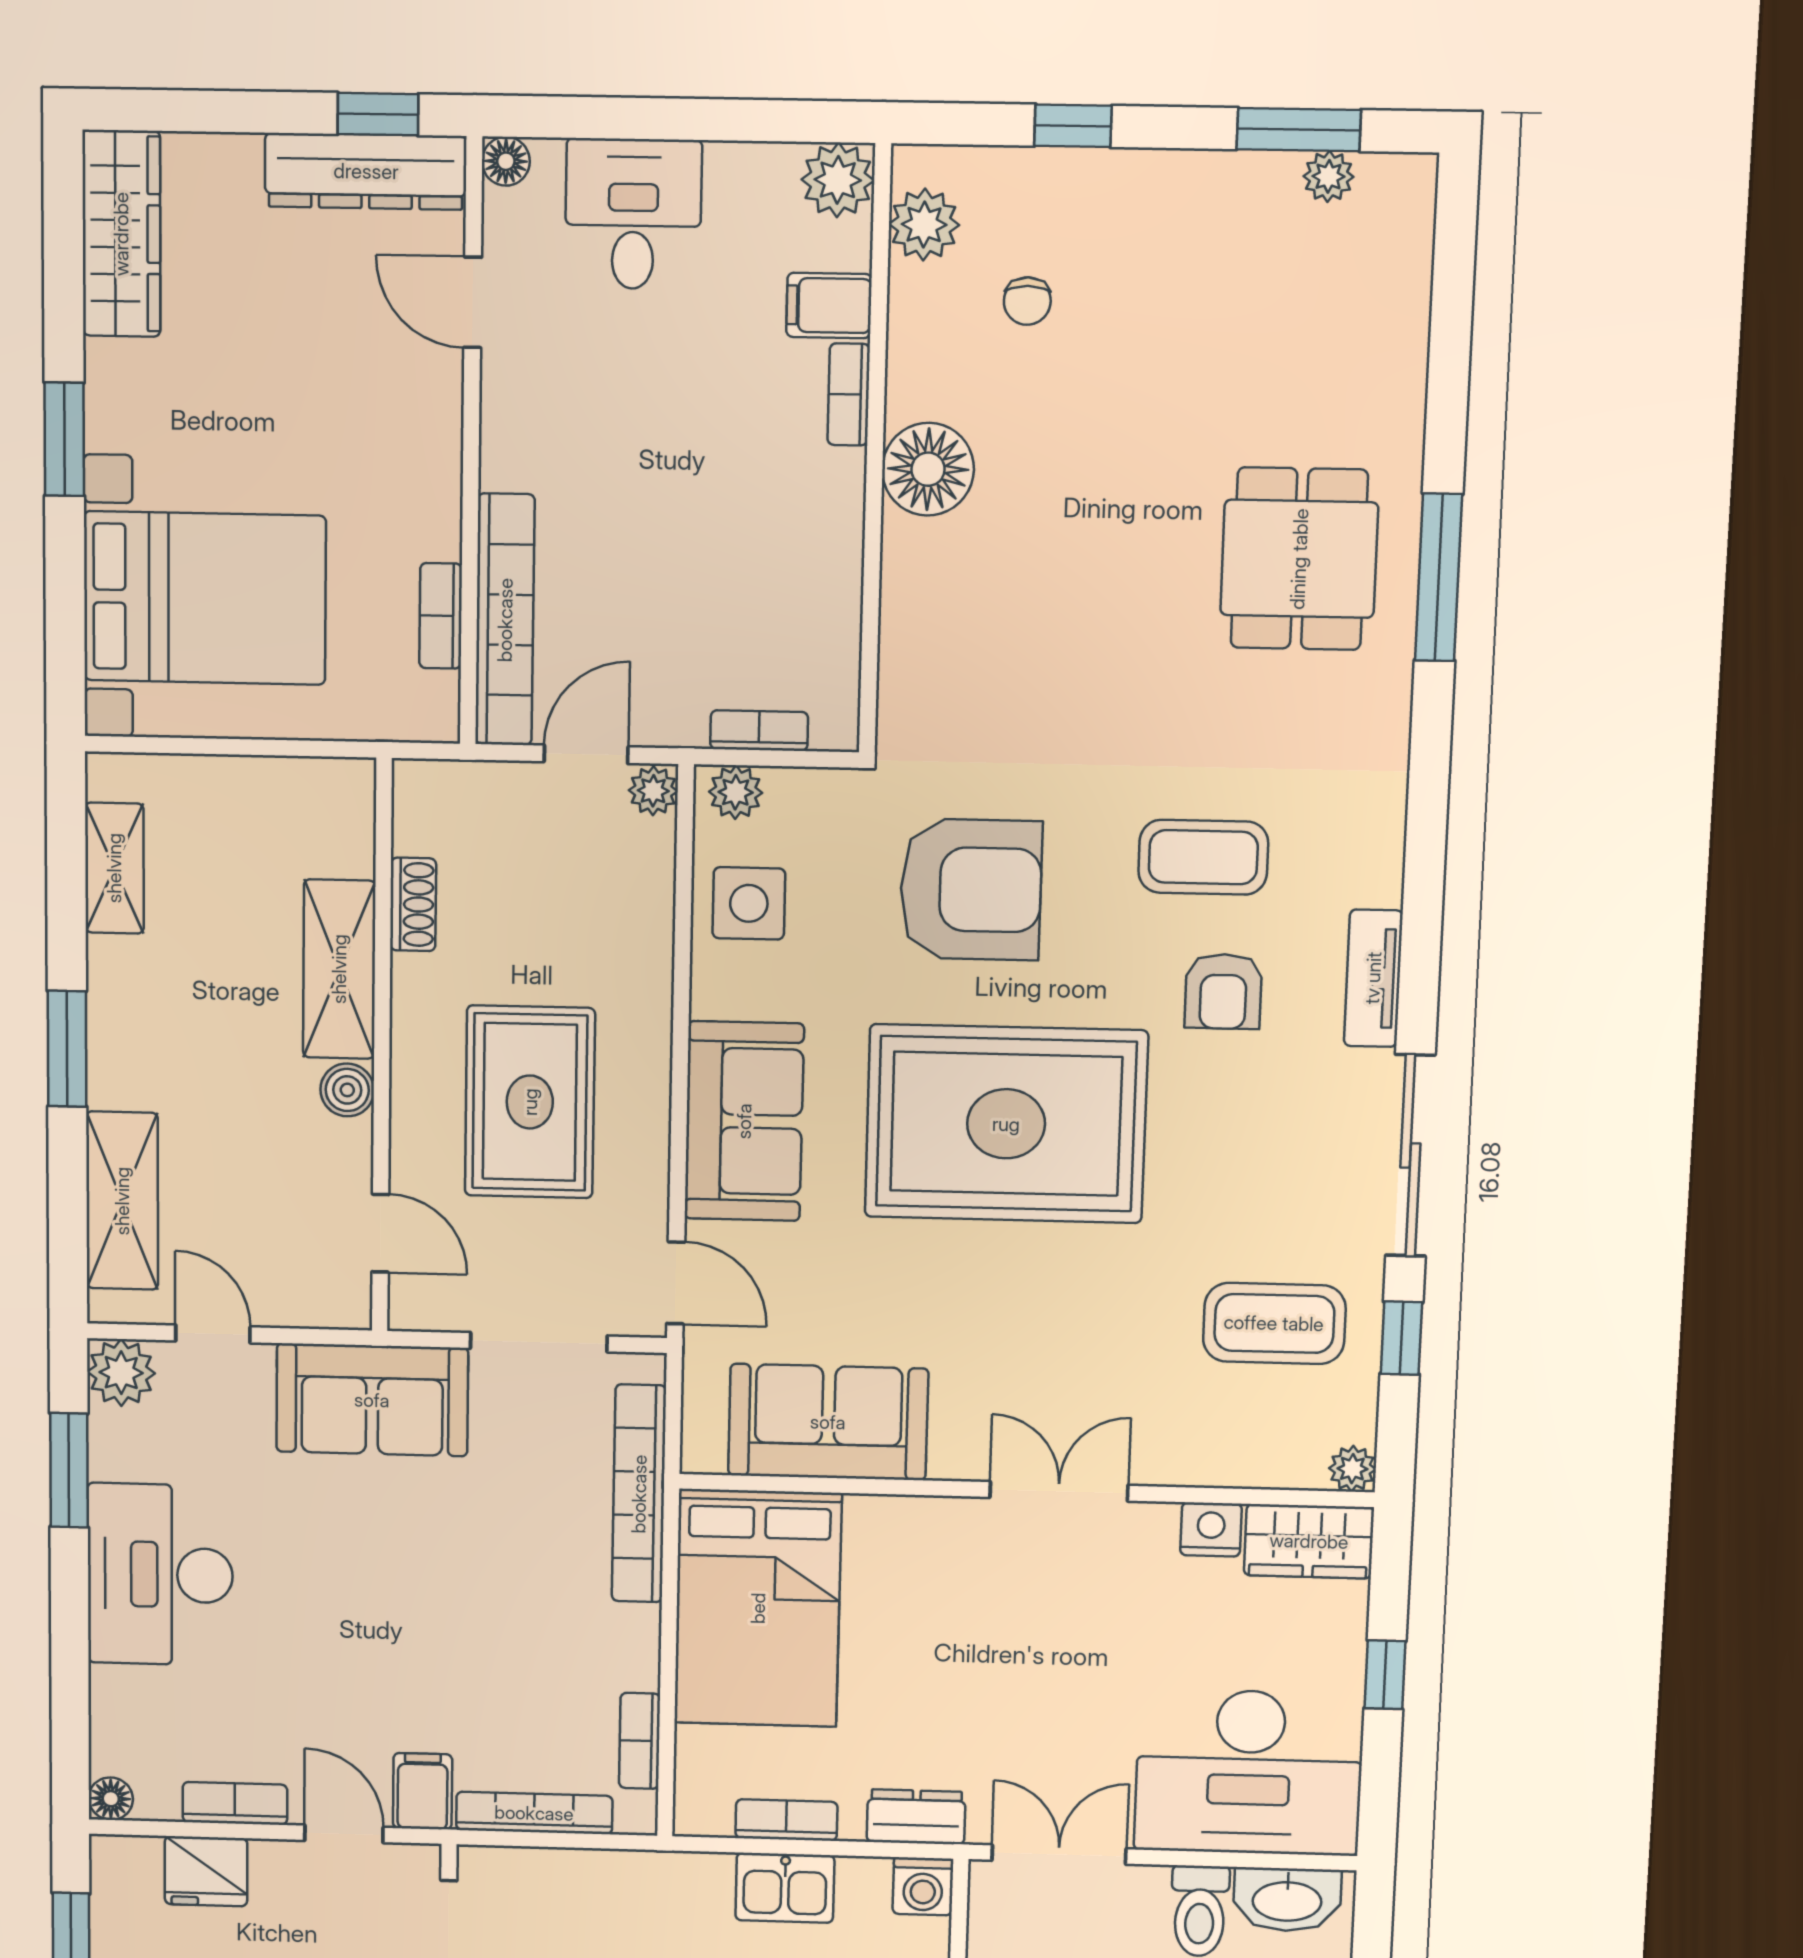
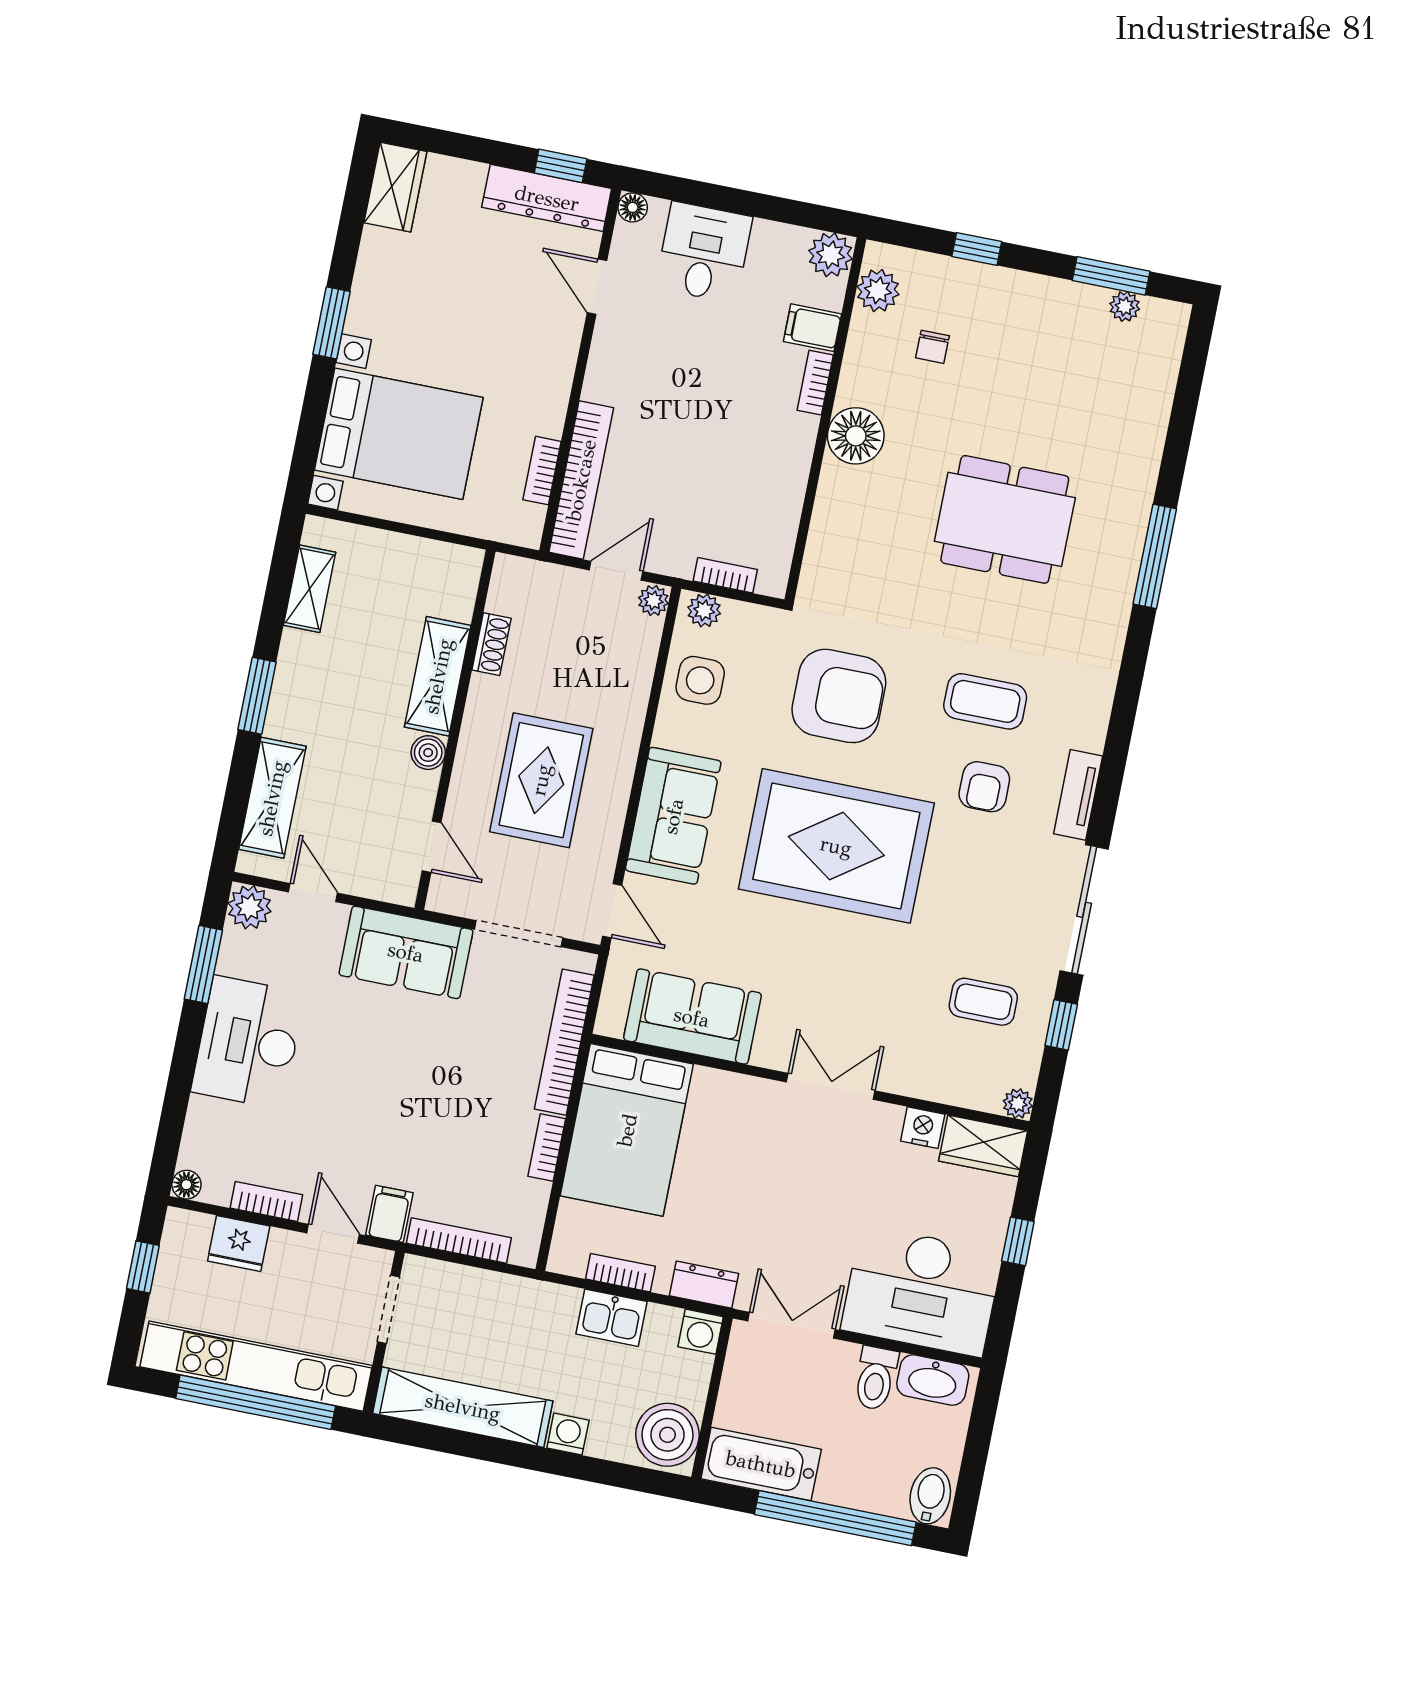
wardrobe: (121, 234) -> (395, 187), width x0.67
dining table: (1299, 559) -> (1005, 519), moved, width x1.37
coffee table: (1274, 1323) -> (983, 1002), width x0.73, depth x0.77
bookcase: (640, 1741) -> (547, 1148), moved

